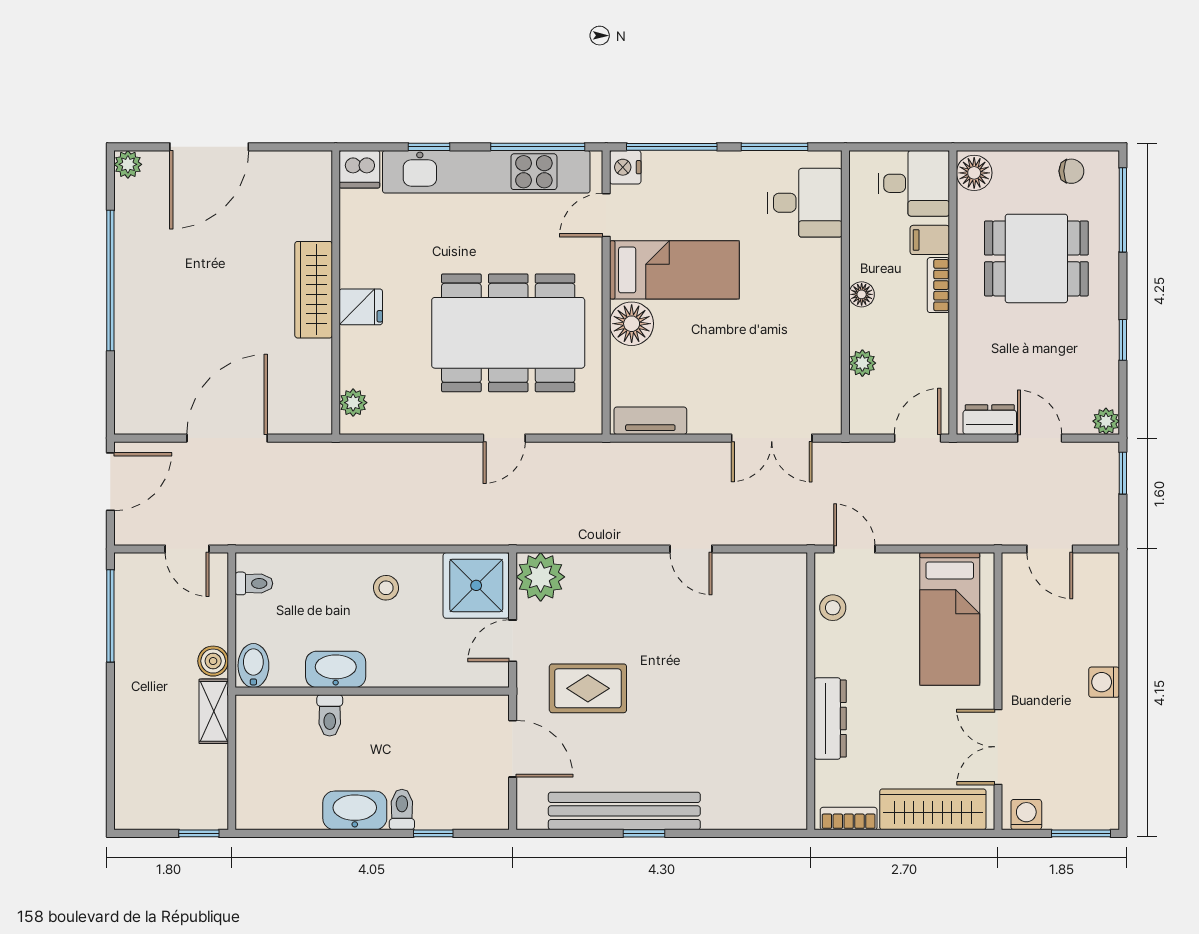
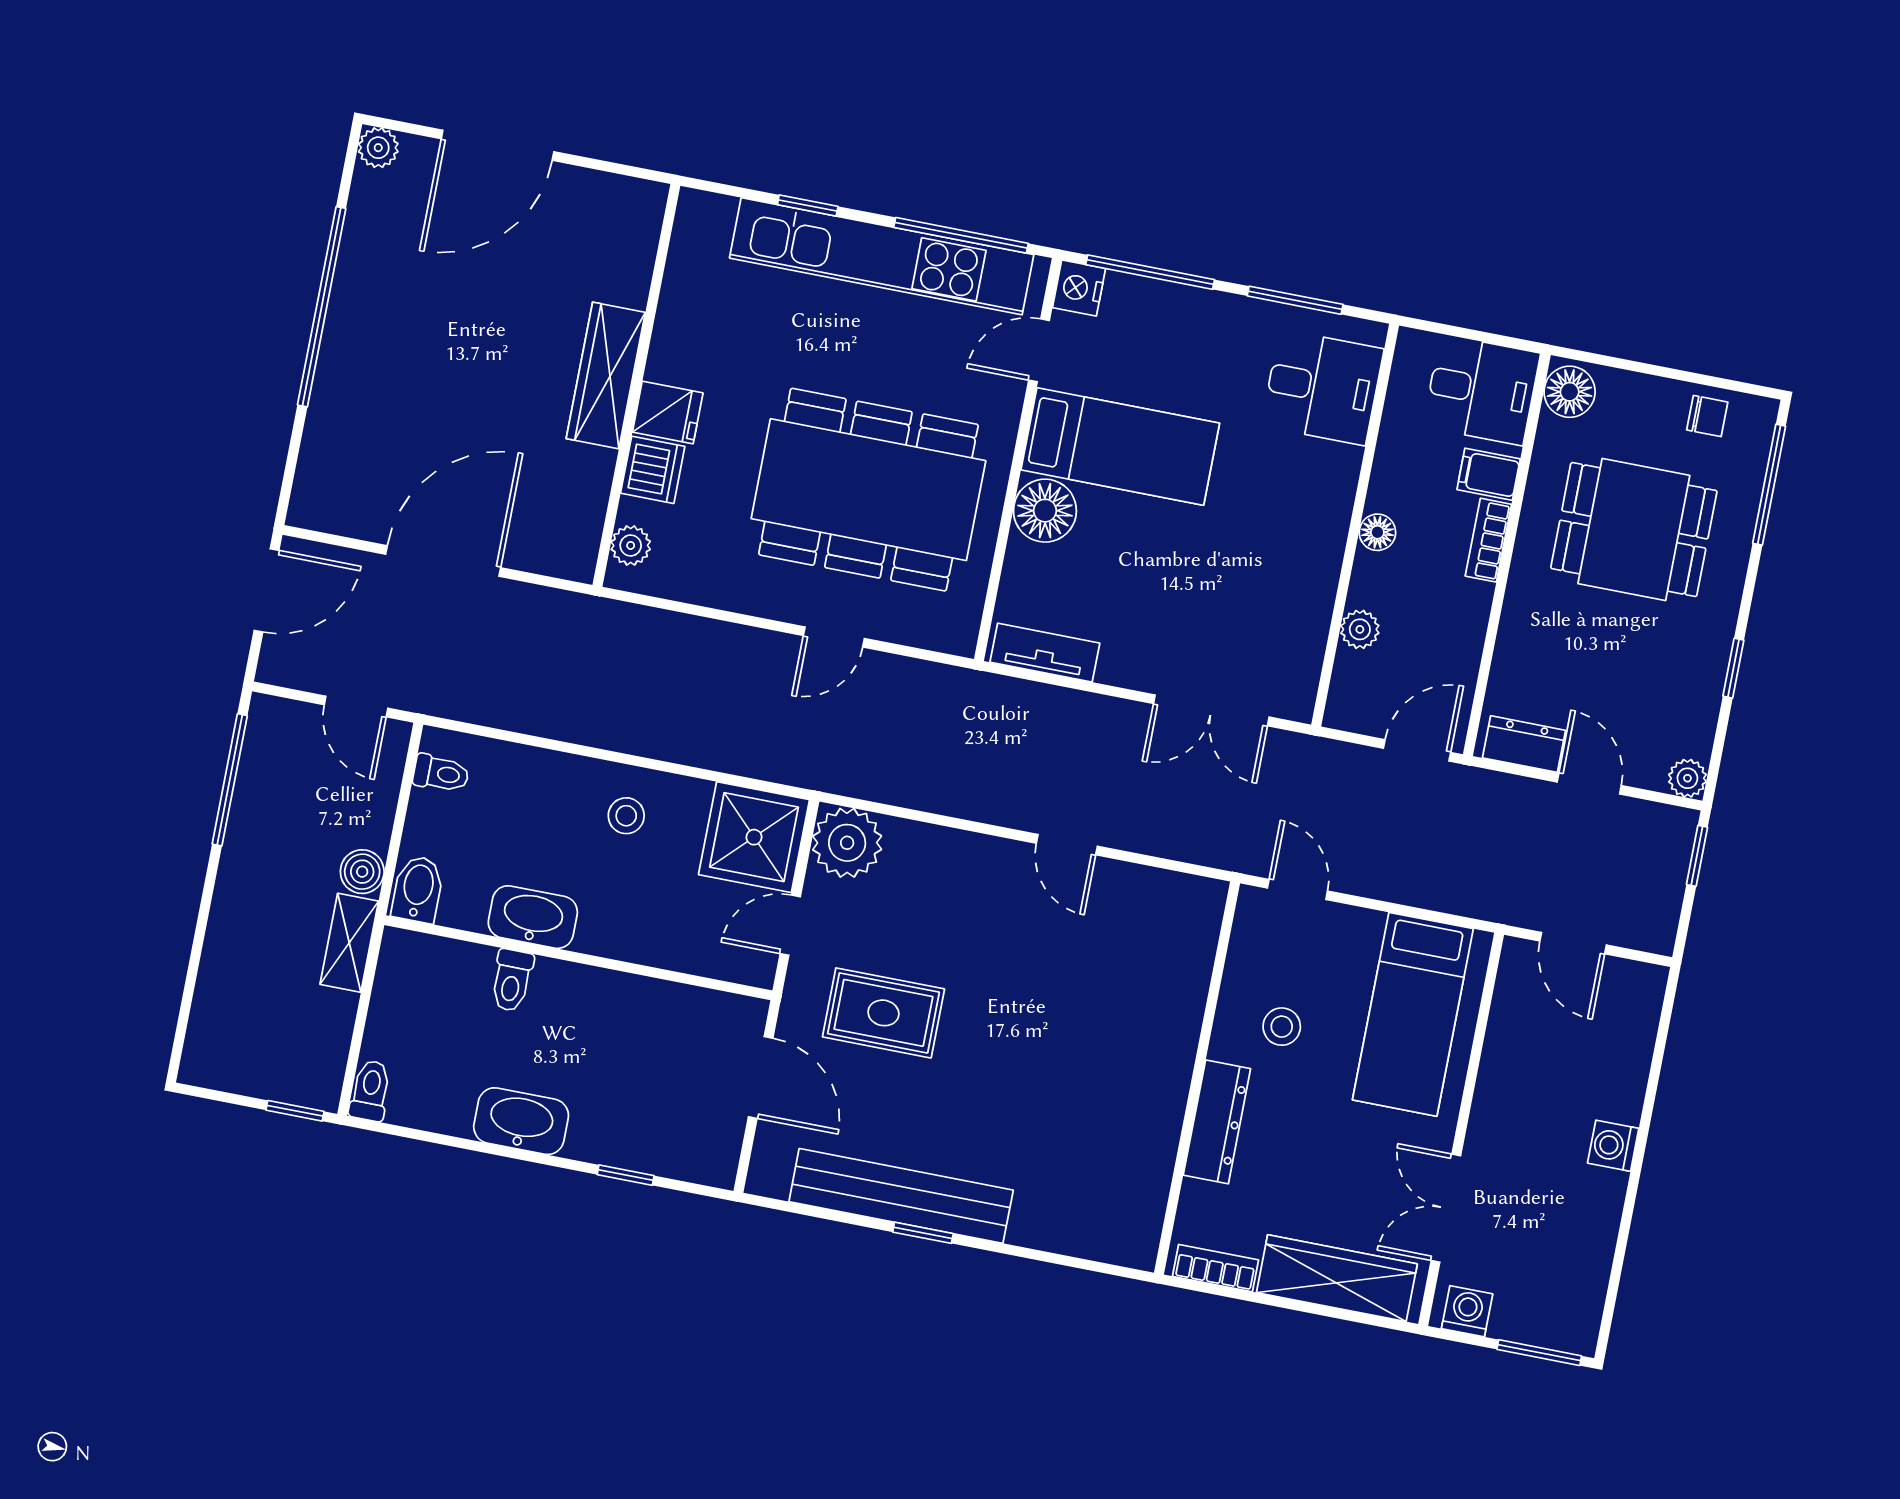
dishwasher: (359, 169) -> (653, 470), moved, turned -90
stool: (833, 608) -> (1282, 1027), moved
toilet: (402, 809) -> (370, 1091), moved

